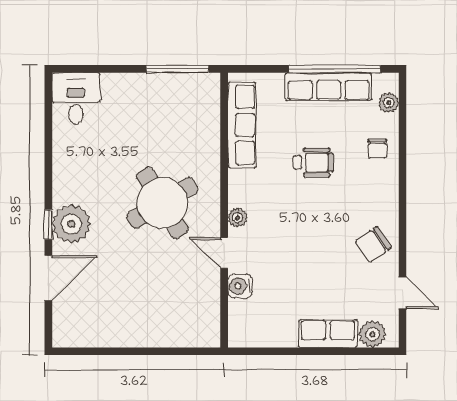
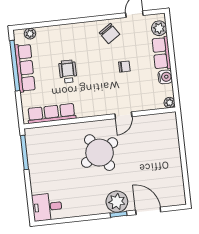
chair: (377, 148) -> (124, 67), moved
plant: (238, 218) -> (170, 103), moved
water cooler: (240, 286) -> (165, 77), moved, turned -90

